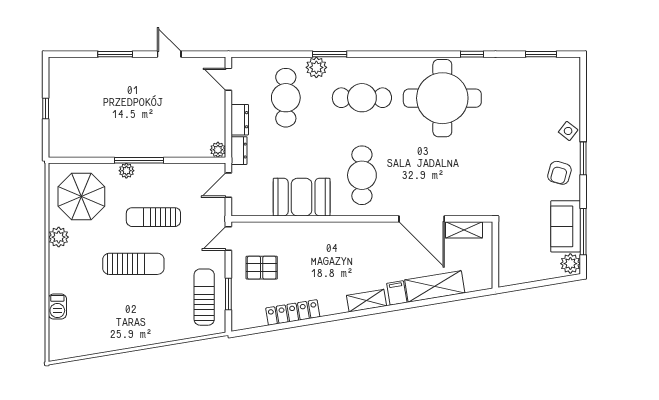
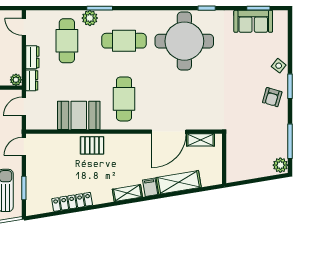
door: (422, 219) -> (169, 132), hinge flipped
sofa: (566, 226) -> (253, 21), moved, turned -90
pallet: (262, 268) -> (92, 145), moved

